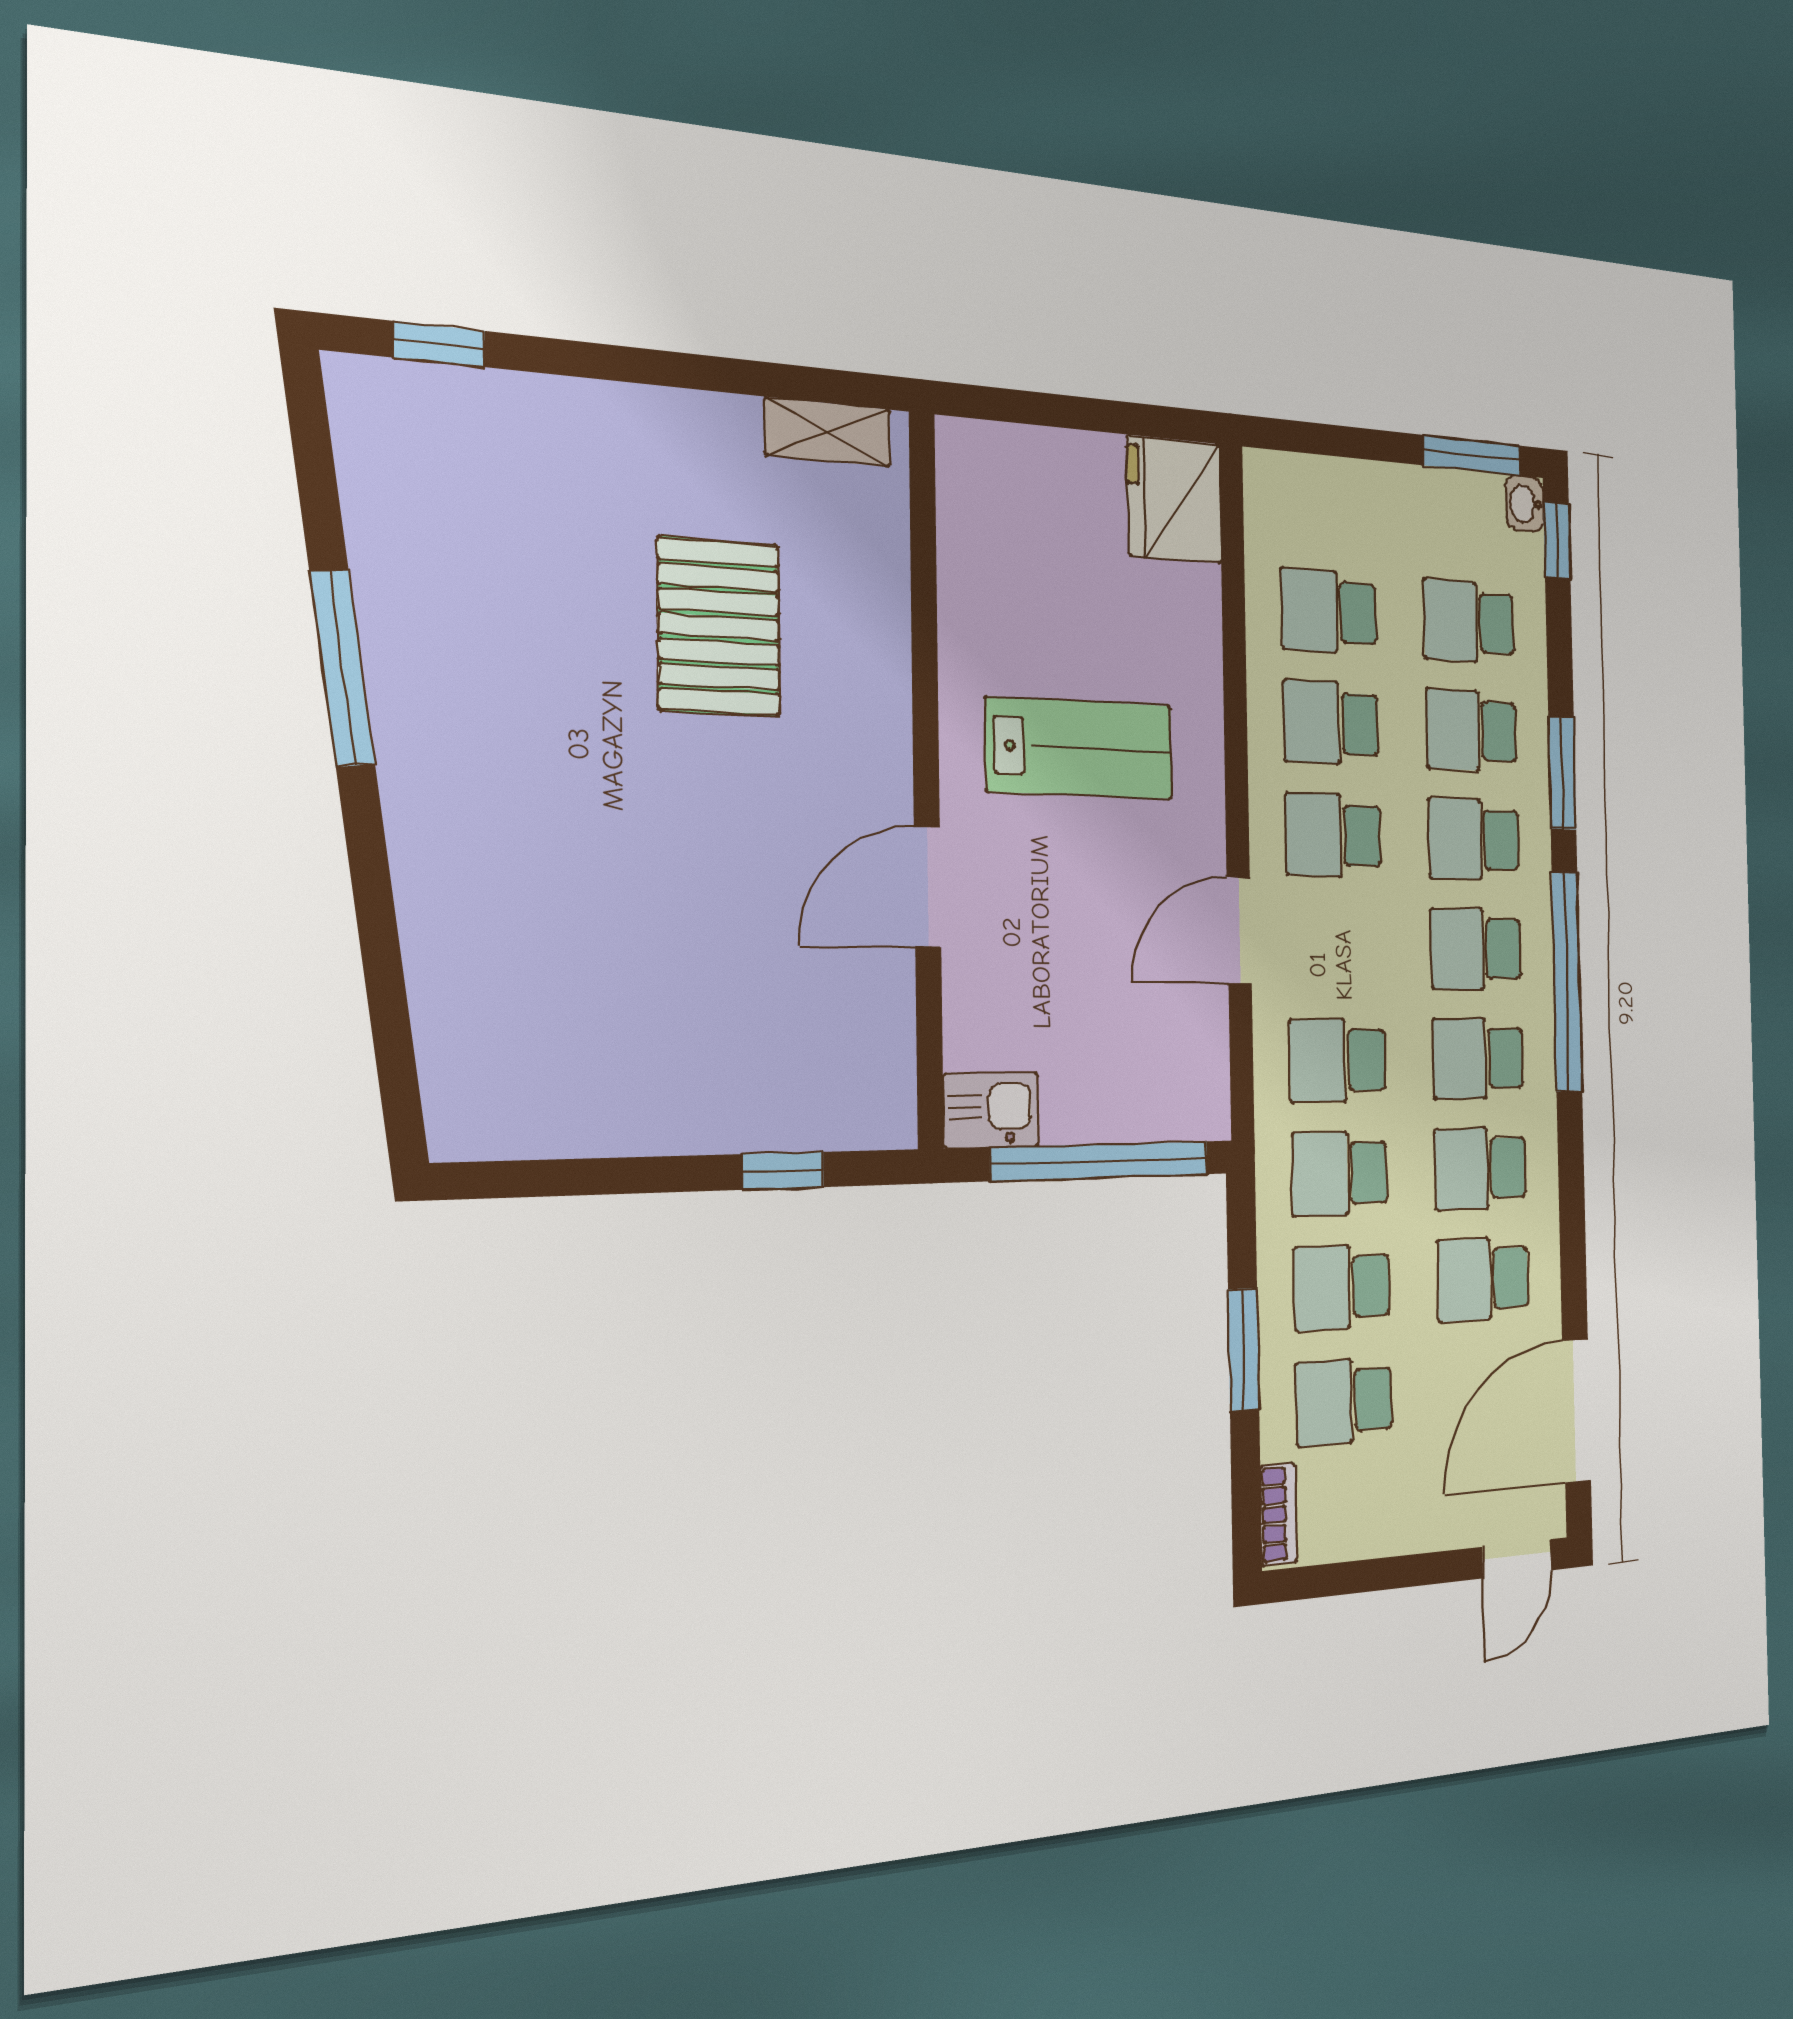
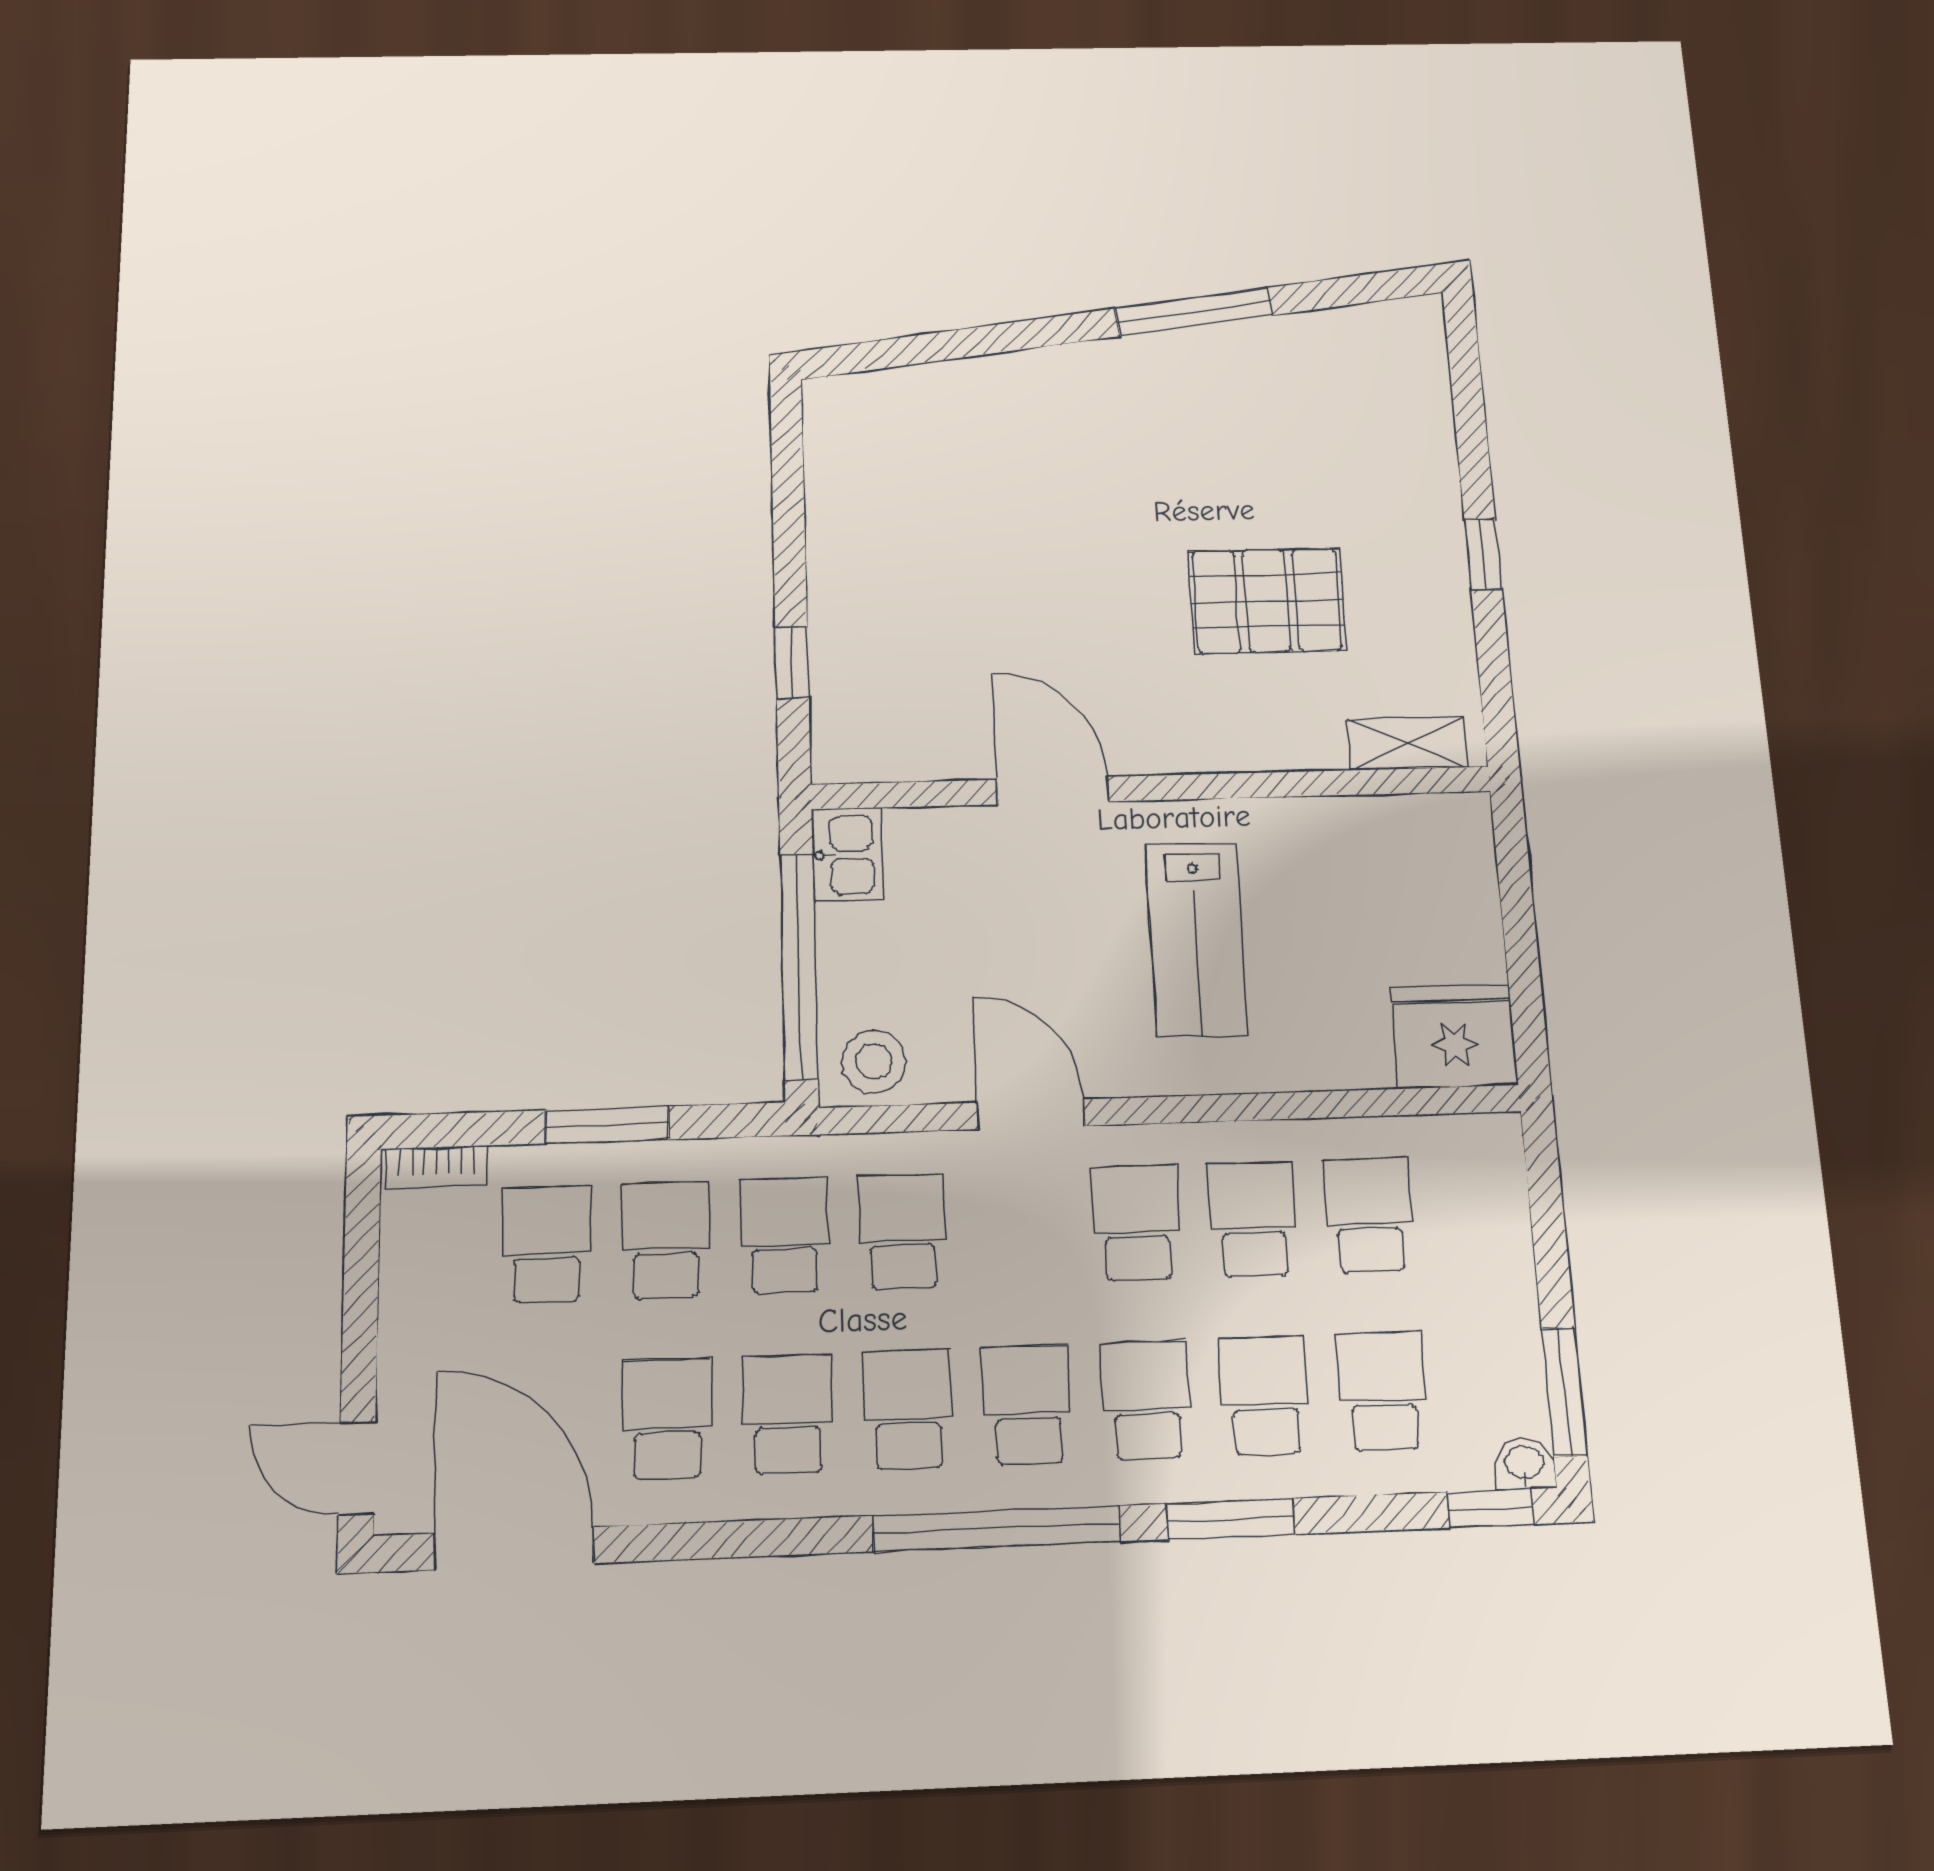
window: (439, 344) -> (1483, 554), moved
shelving: (828, 432) -> (1407, 743), moved, turned 90
stool: (1190, 1085) -> (874, 1062), added

